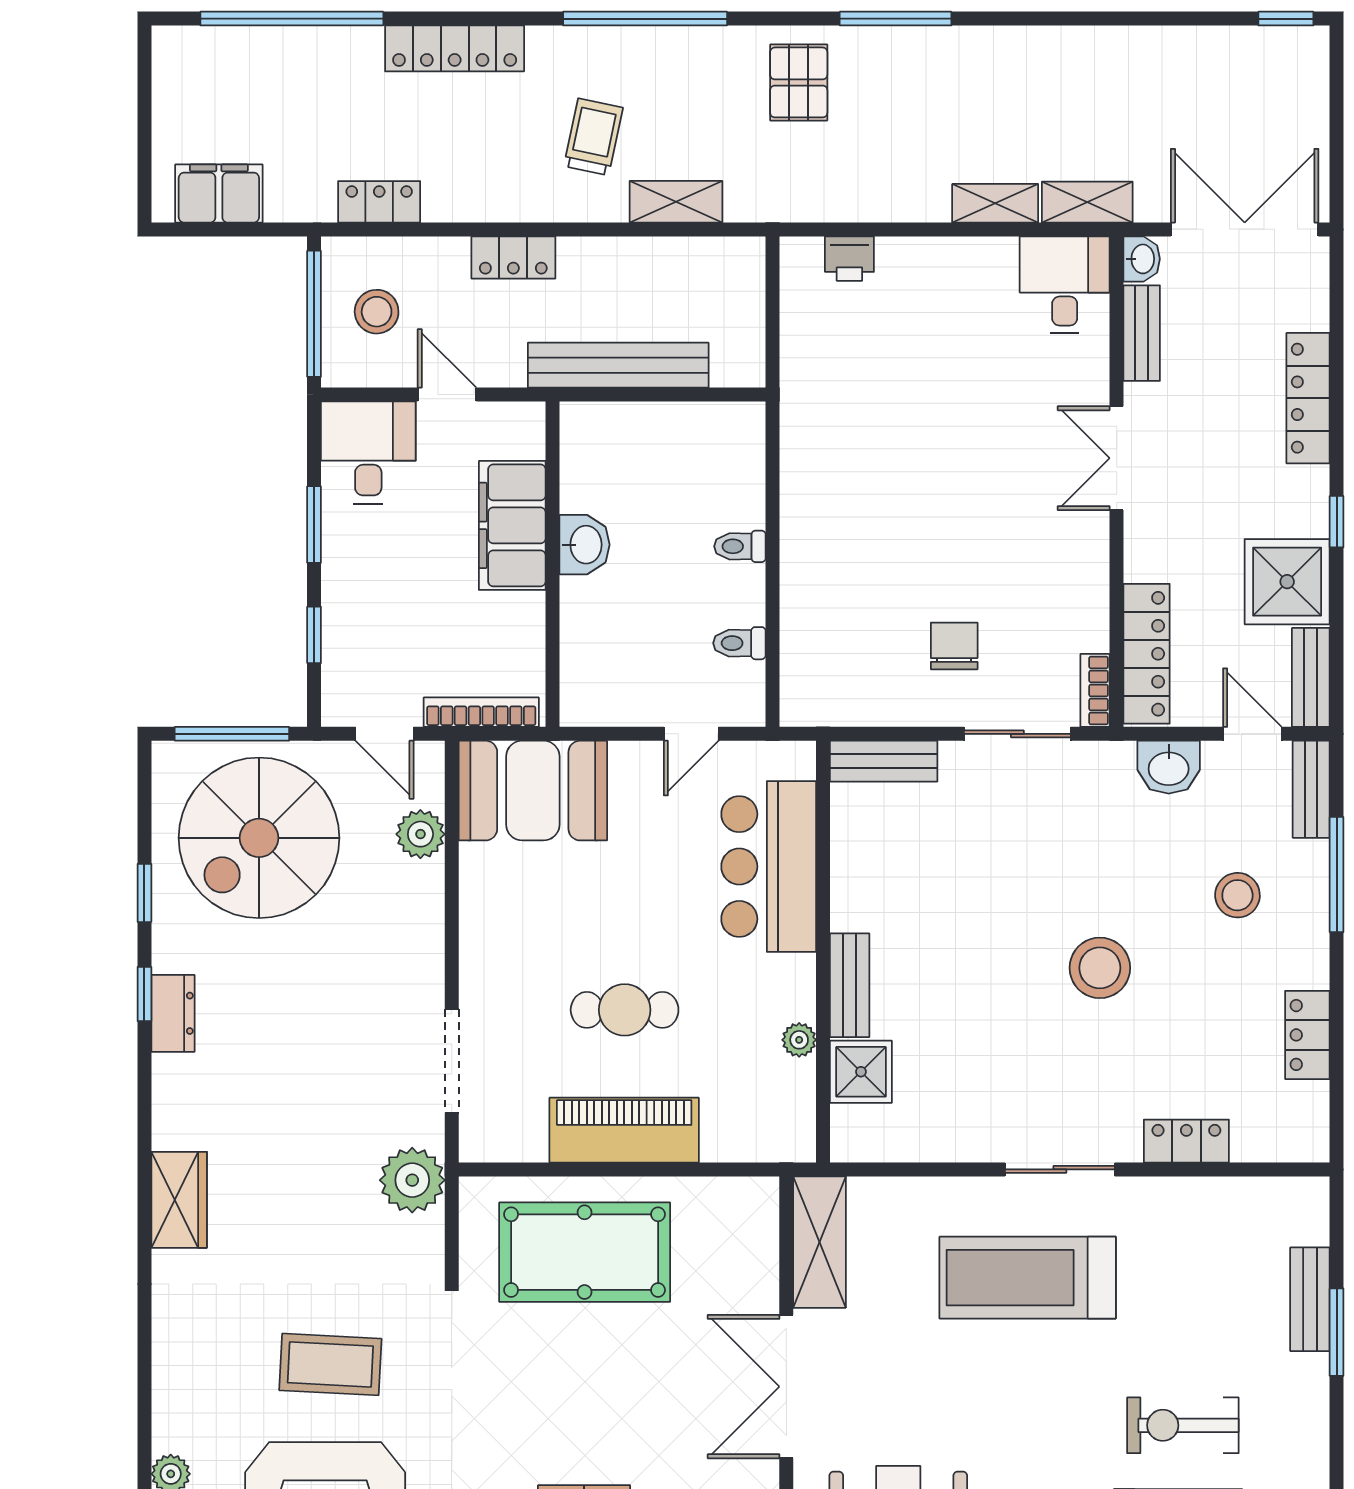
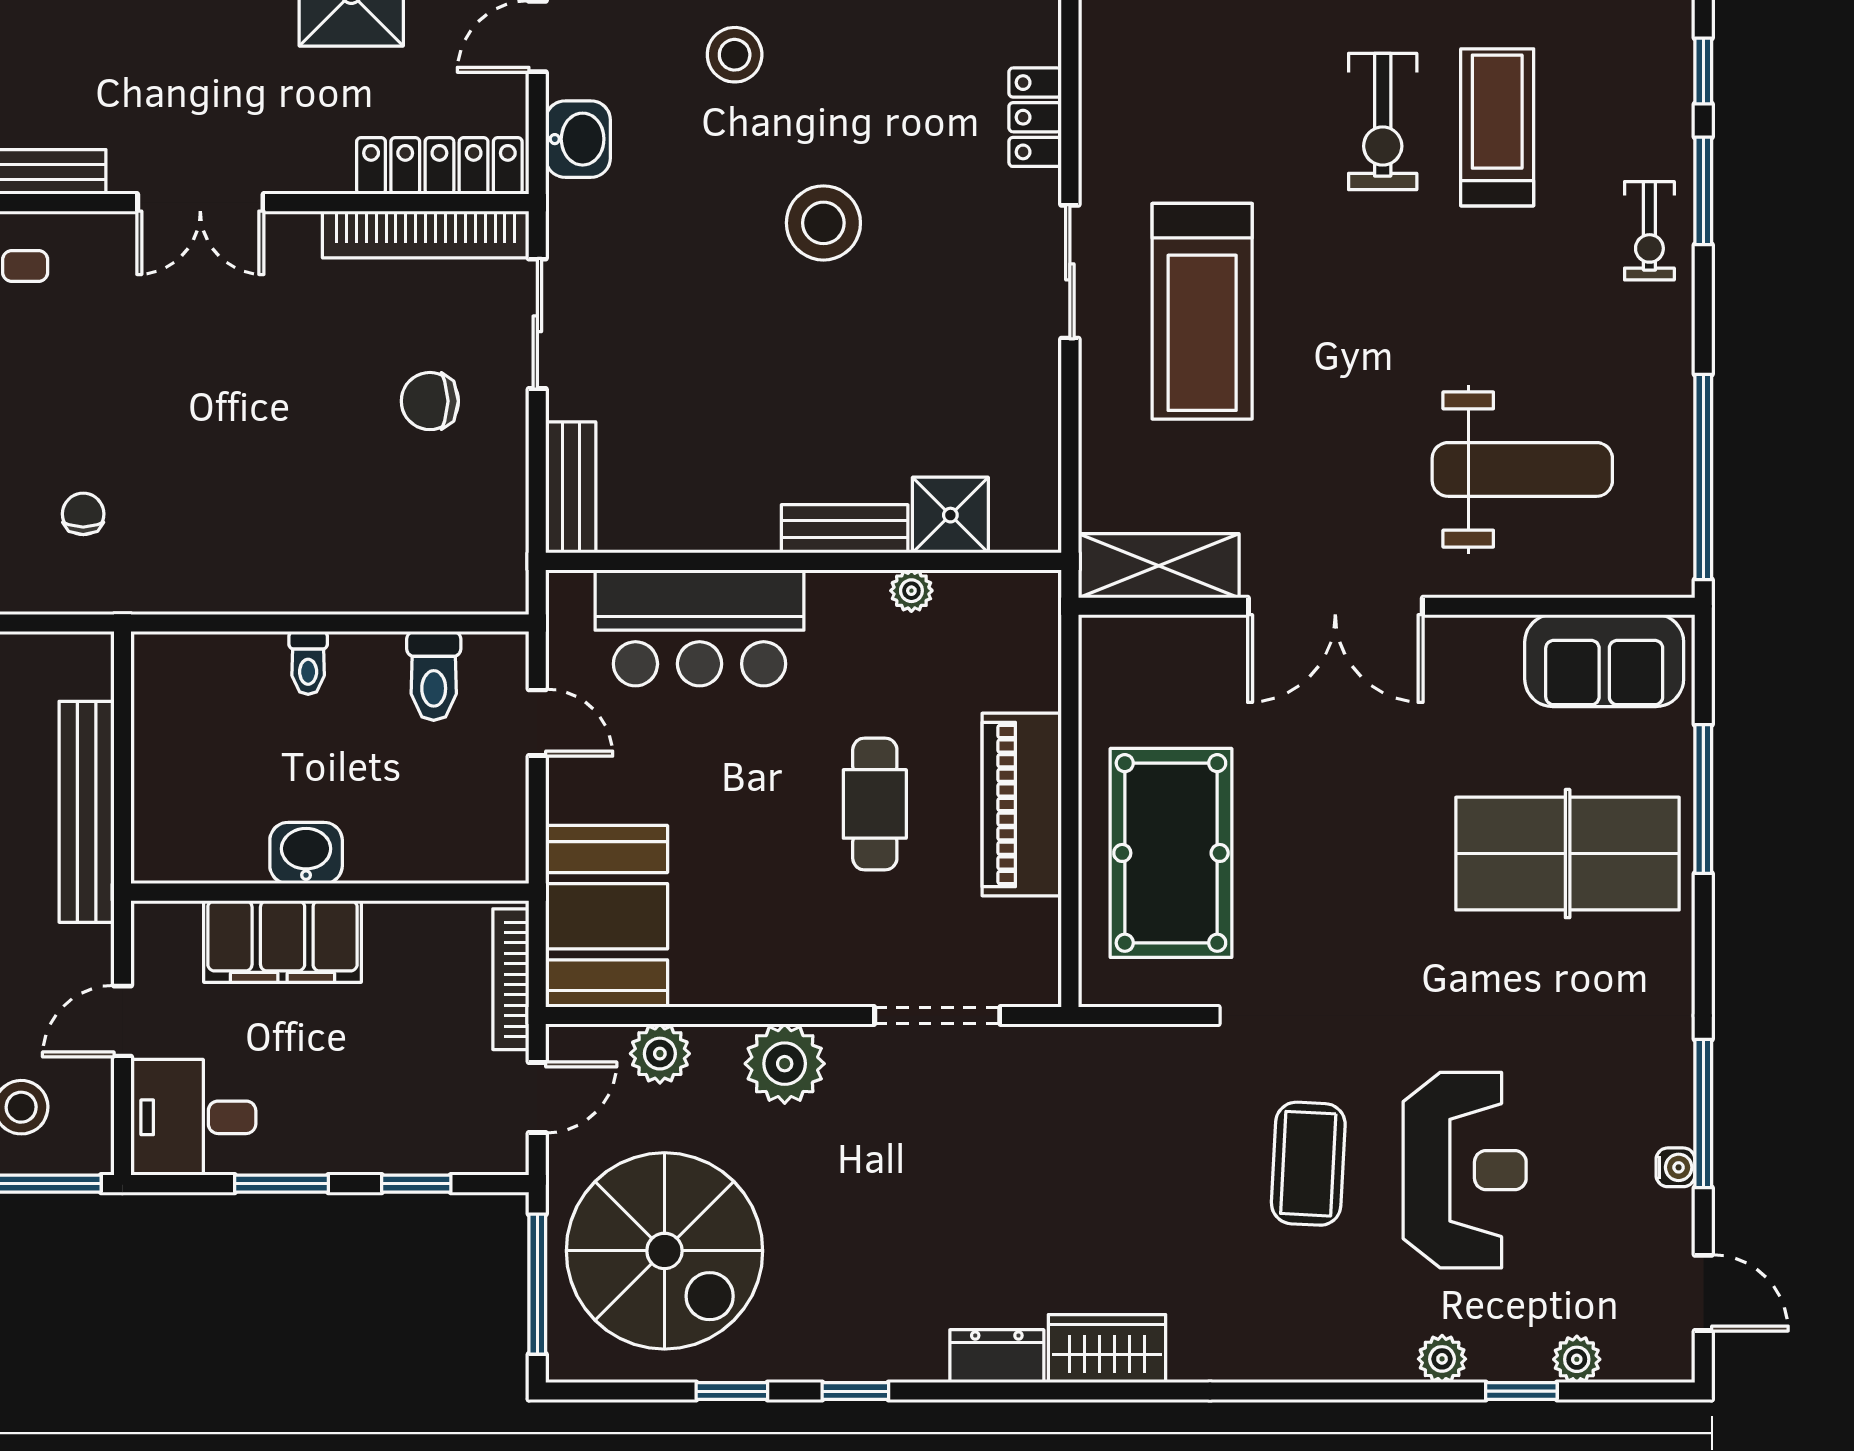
chair: (862, 362) -> (83, 514), added
toilet: (739, 643) -> (434, 676), width x1.37, depth x1.39
bookcase: (1095, 690) -> (426, 234), width x2.31, depth x1.31
dresser: (173, 1013) -> (997, 1356), moved
plant: (412, 1180) -> (785, 1064), moved

